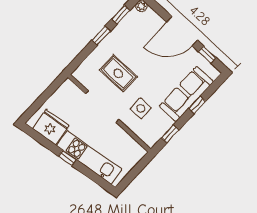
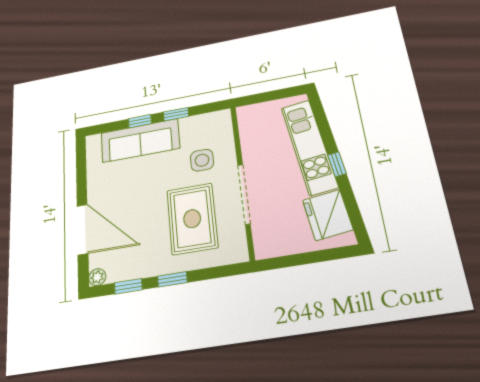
door: (182, 31) -> (82, 229), moved
window: (207, 55) -> (81, 166), removed
rug: (118, 73) -> (192, 219), width x1.36, depth x1.43
window: (170, 134) -> (176, 114), moved

